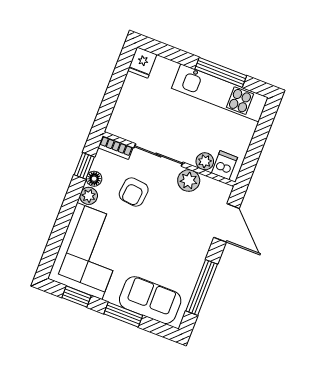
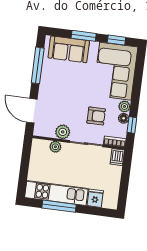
fridge: (142, 63) -> (95, 198), moved
dishwasher: (224, 165) -> (117, 157), moved
armchair: (134, 192) -> (96, 116), turned 84

